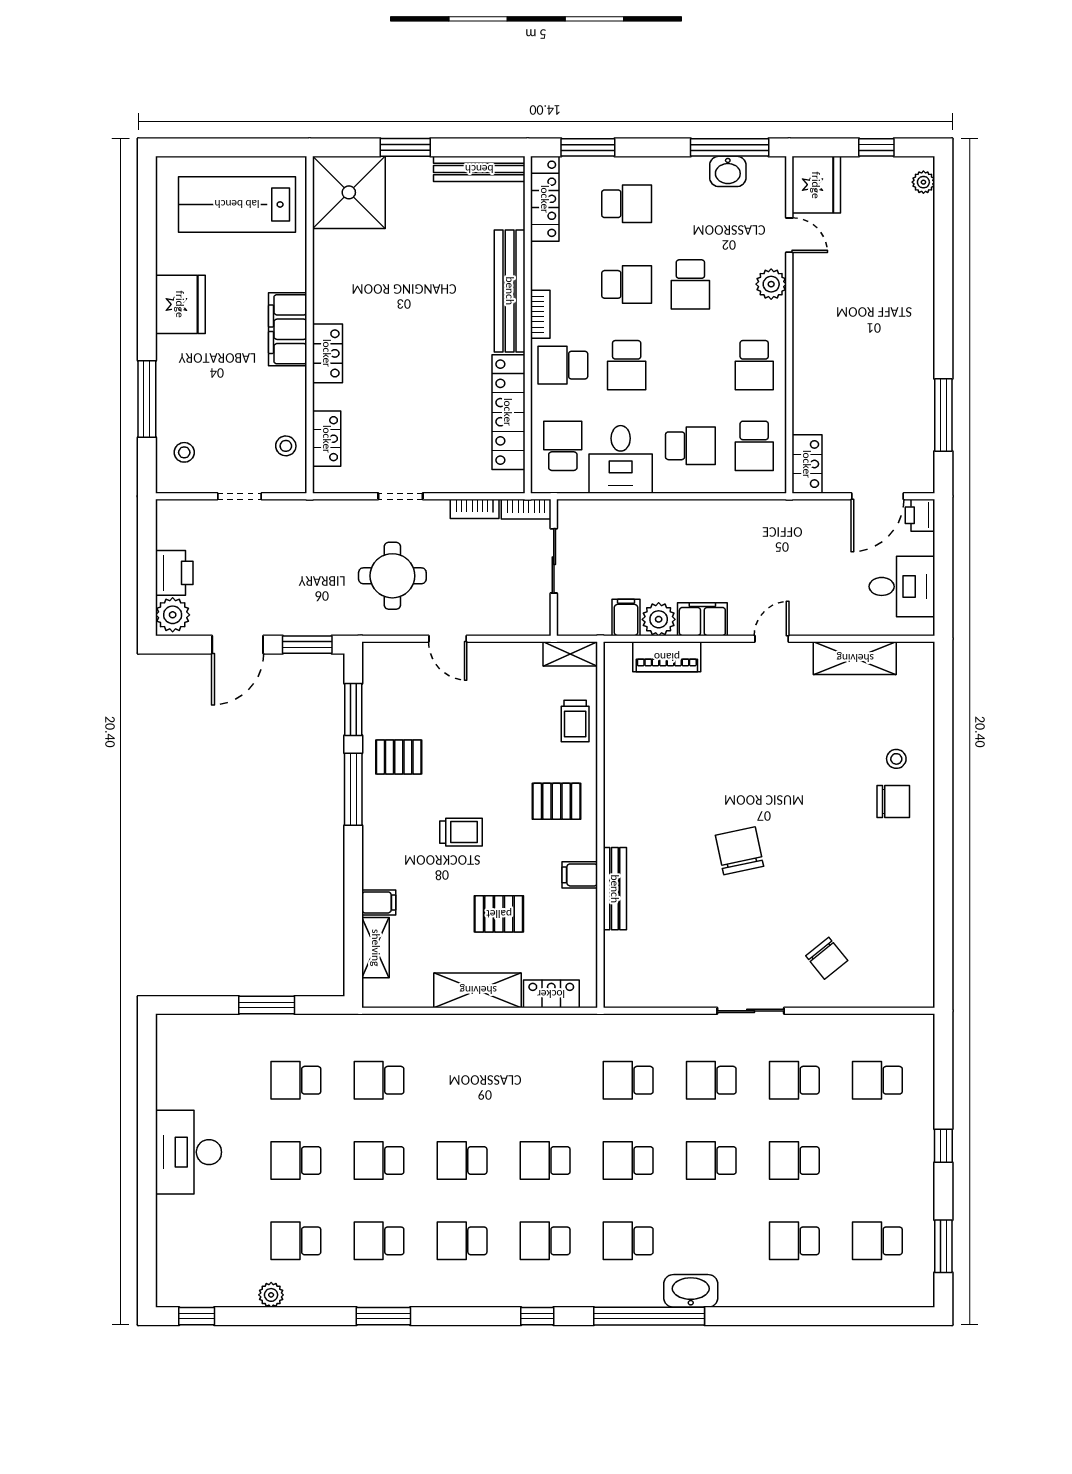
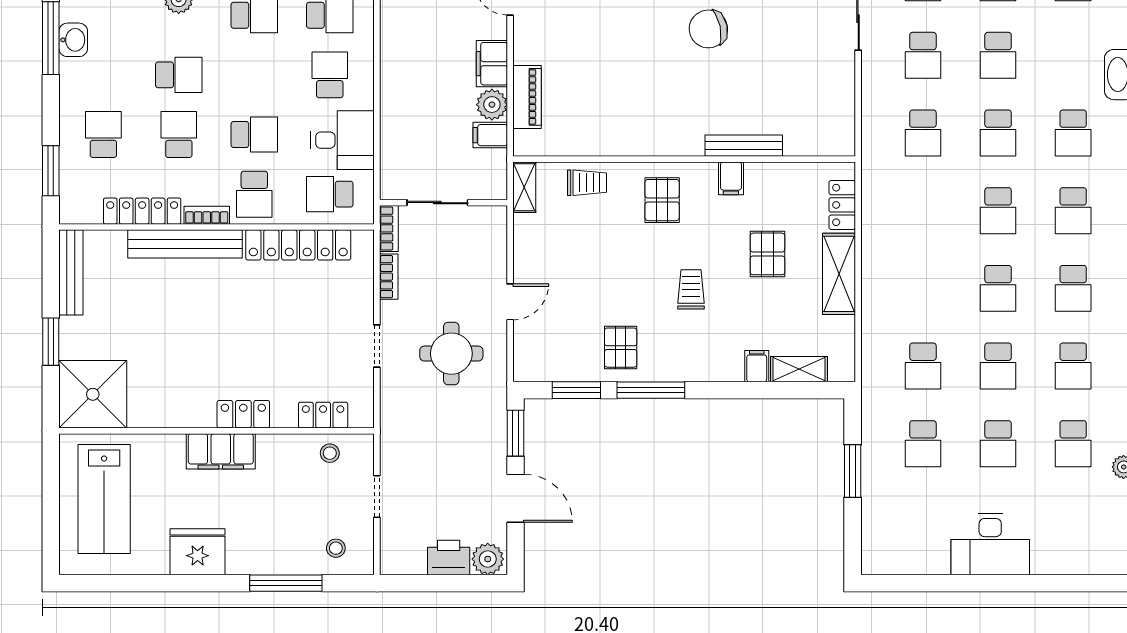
locker: (545, 199) -> (142, 211), moved

